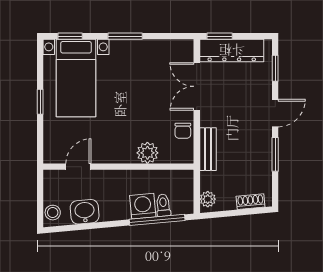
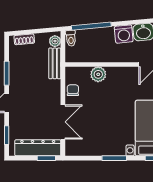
bench: (208, 149) -> (55, 63), moved
toilet: (163, 205) -> (71, 38), moved
washing machine: (143, 206) -> (124, 34), moved

